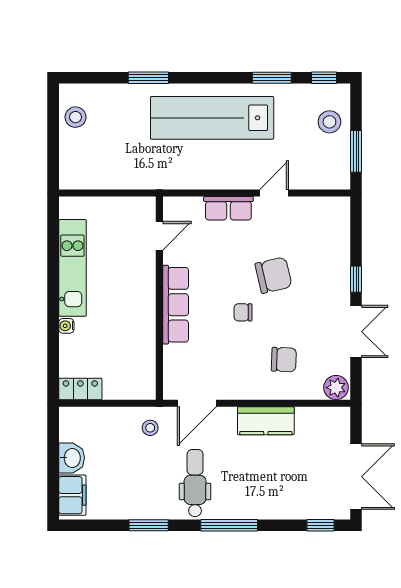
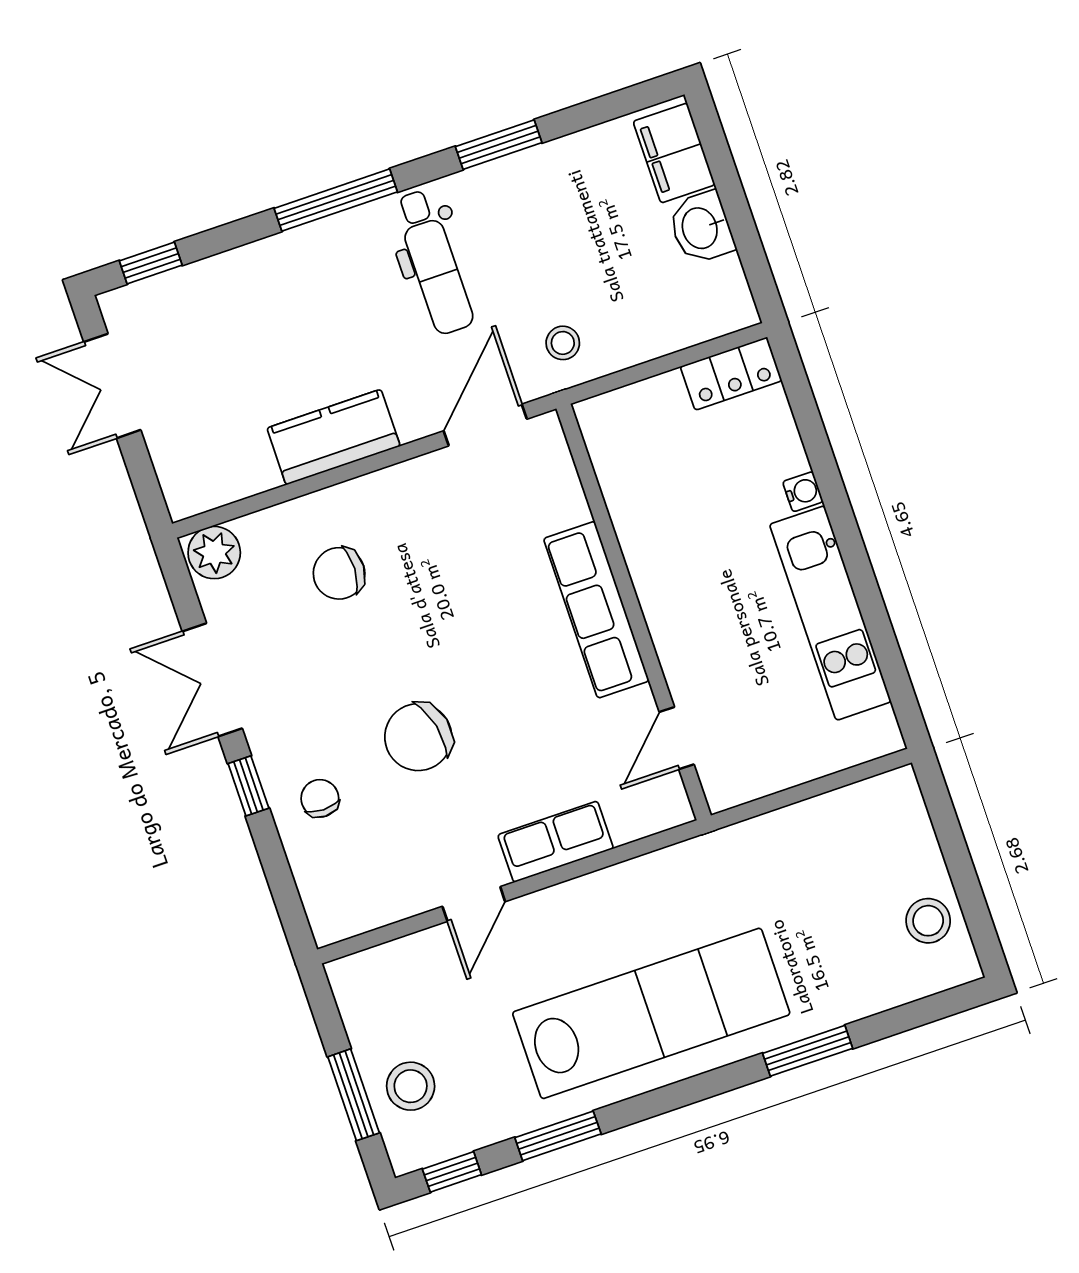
window: (356, 151) -> (354, 1095), moved
chair: (243, 312) -> (320, 798), moved, turned -90
double door: (356, 477) -> (112, 386), width x0.73

